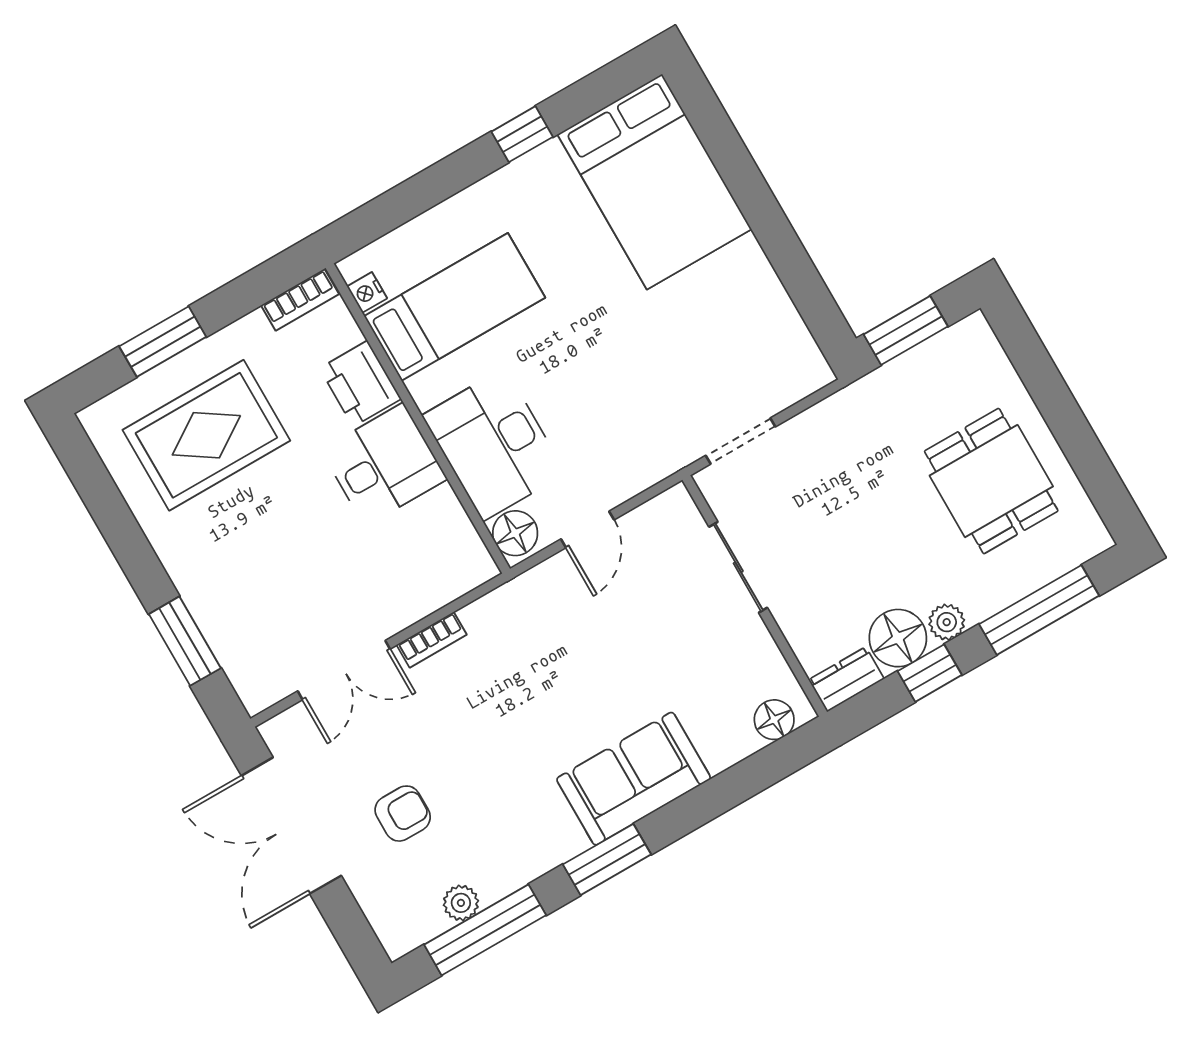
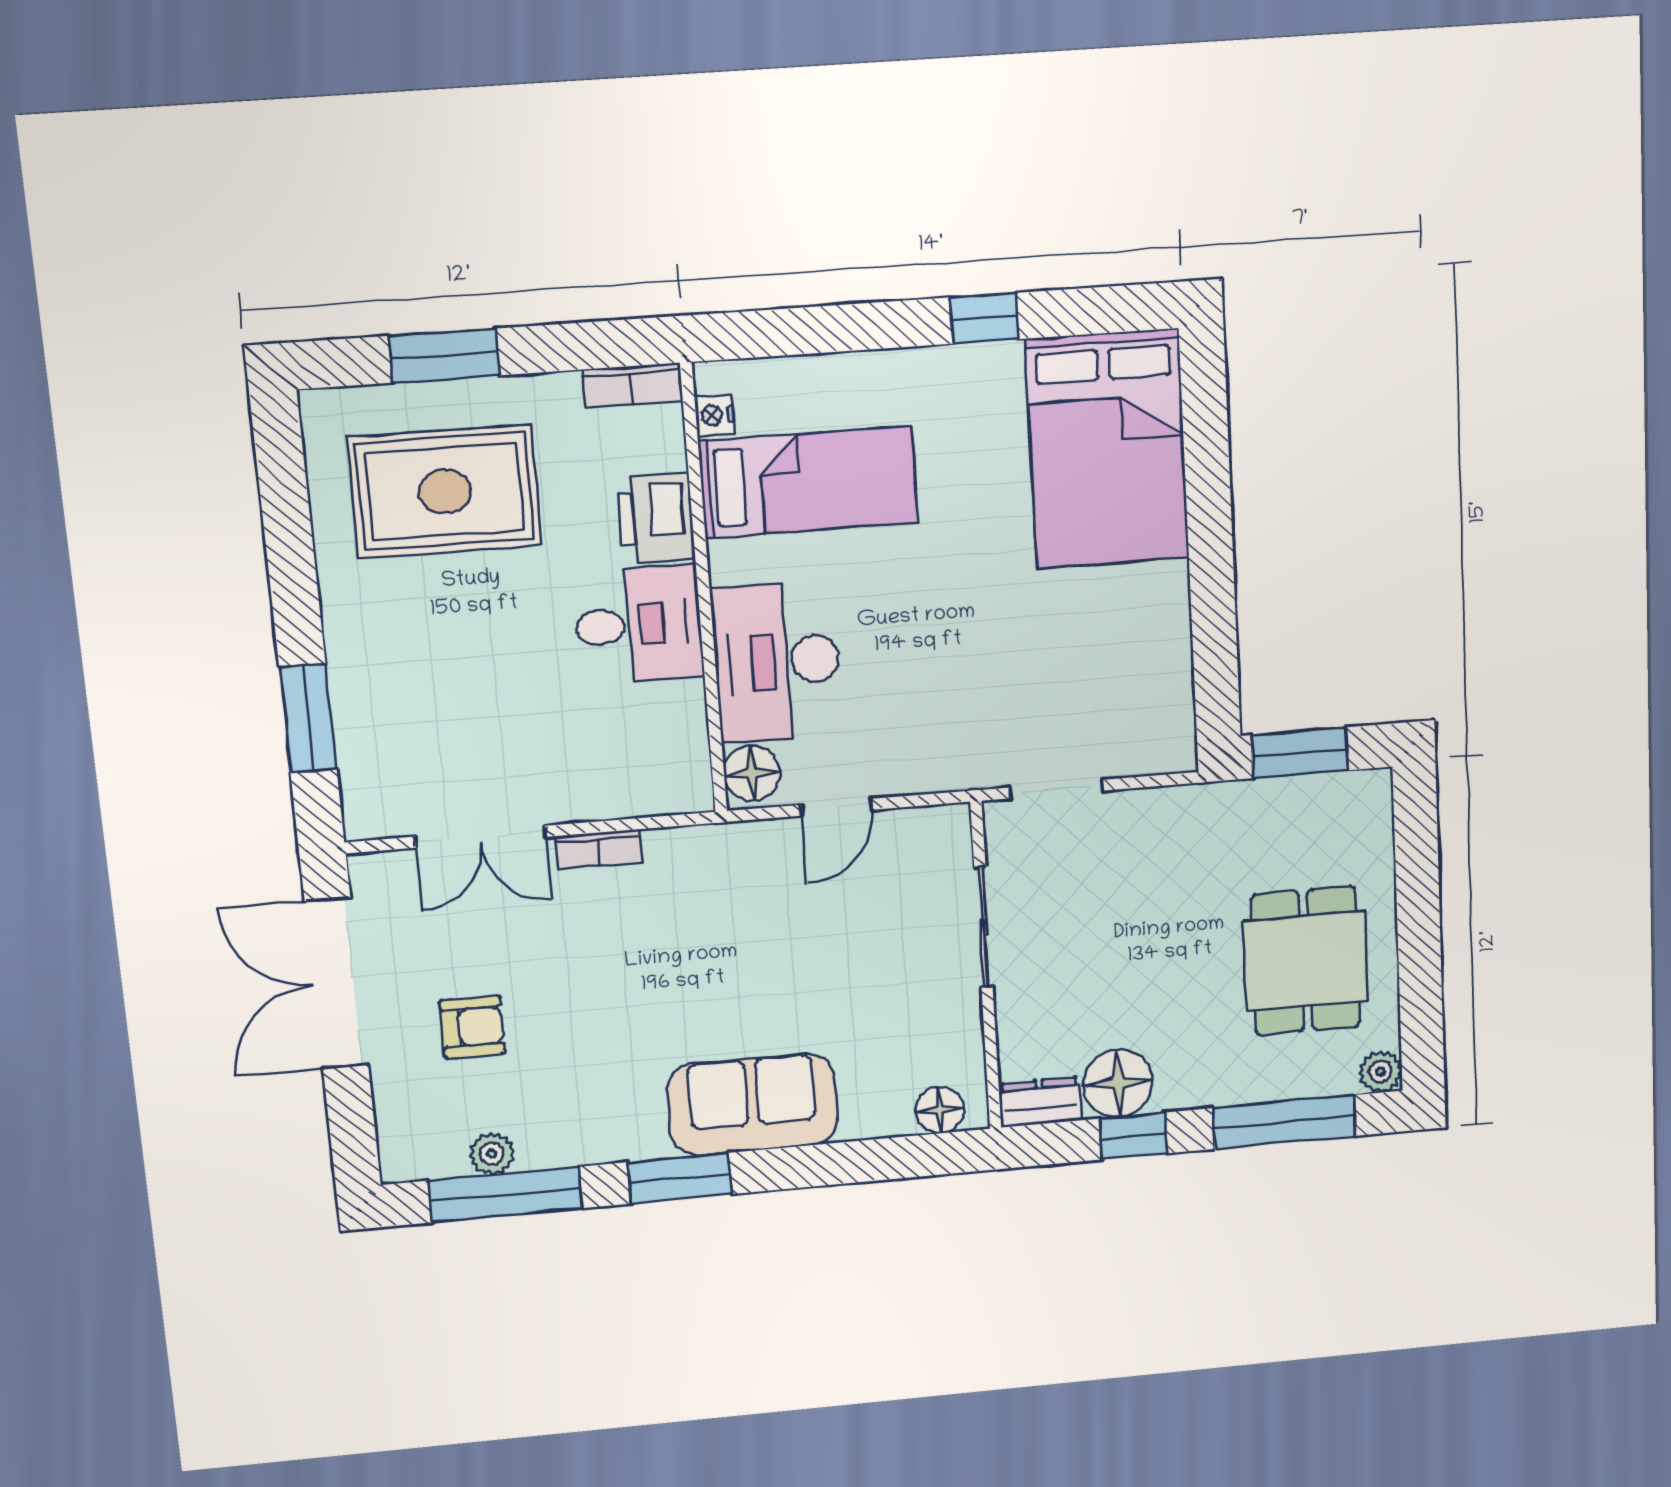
plant: (947, 622) -> (1381, 1072), moved

